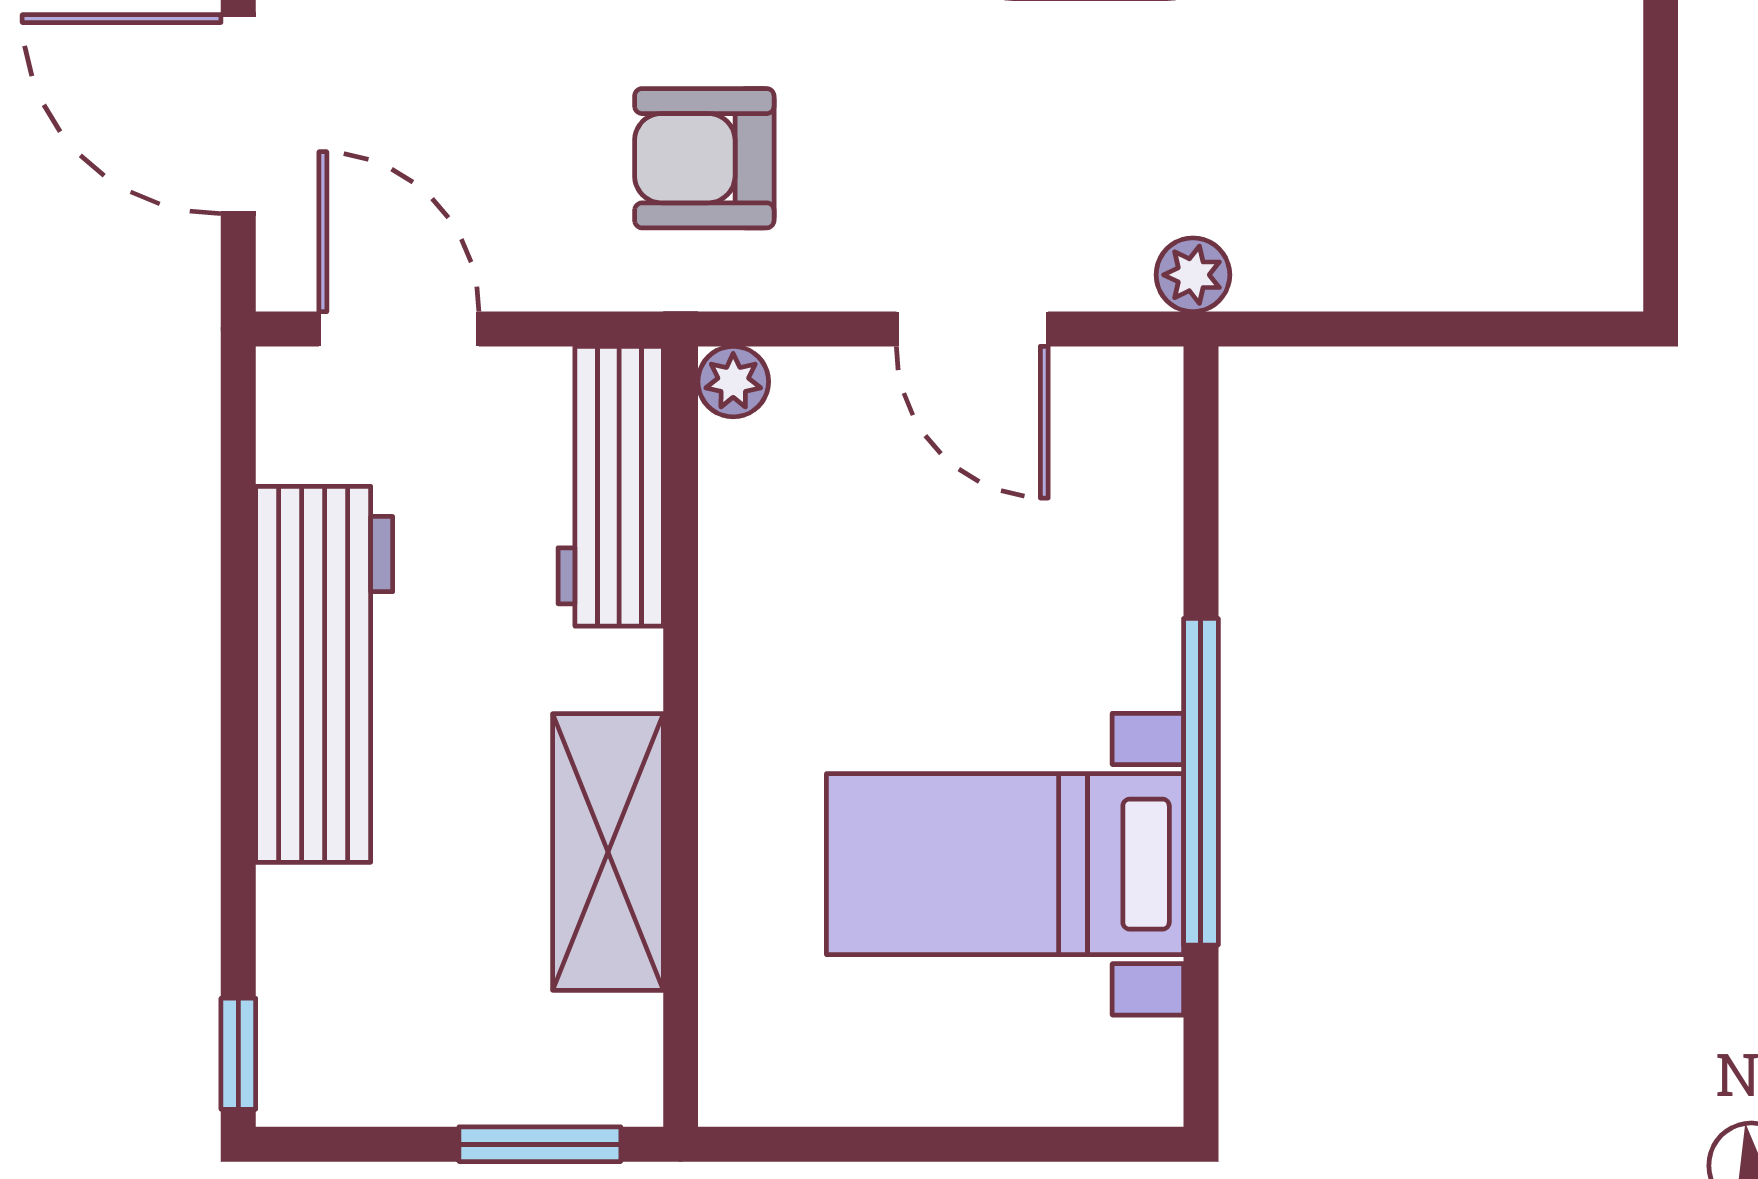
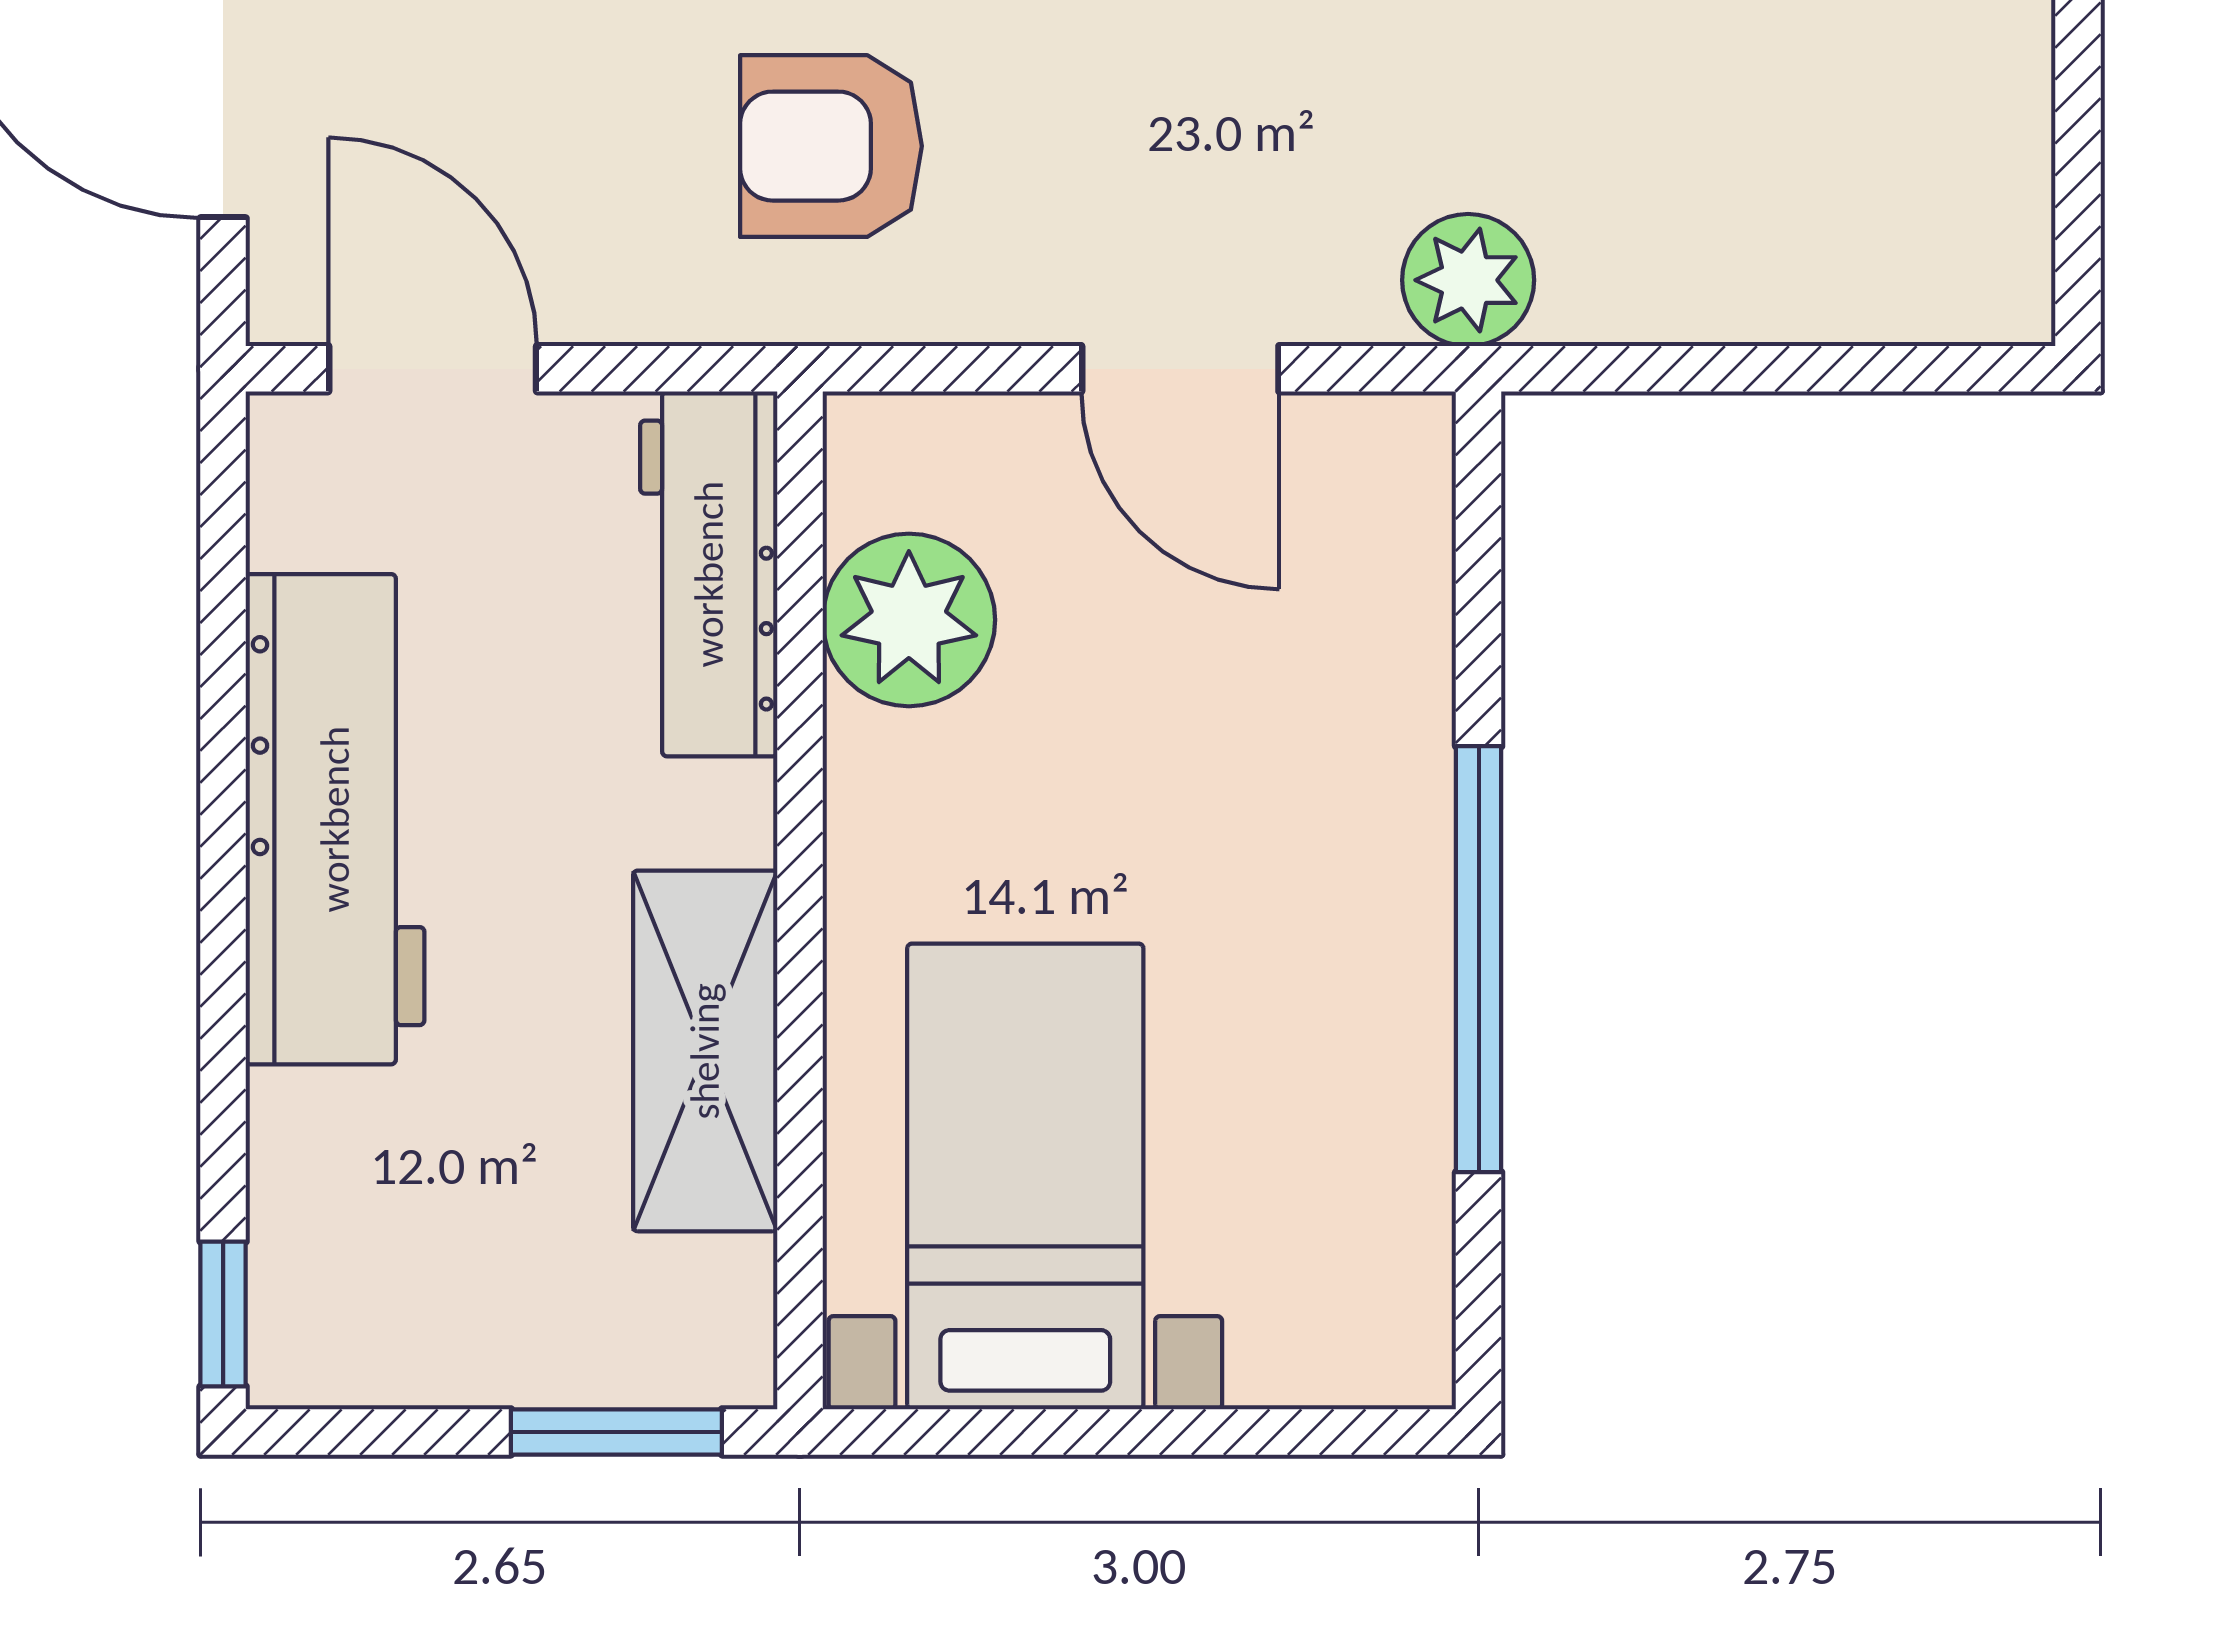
plant: (1193, 275) -> (1468, 280), width x1.38, depth x1.38
plant: (733, 382) -> (909, 620), moved, width x1.87, depth x1.87
bed with nightstands: (1005, 864) -> (1025, 1176), moved, turned 90

